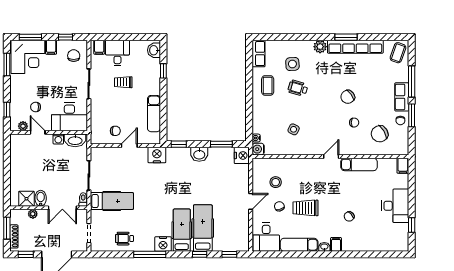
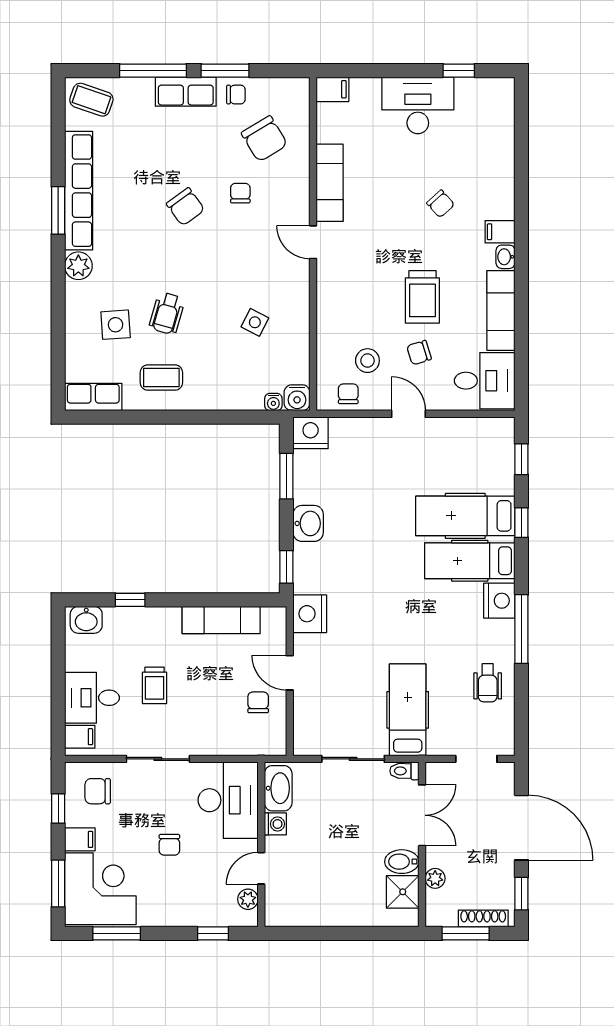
chair: (36, 107) -> (169, 845), moved
chair: (260, 173) -> (348, 394), added

